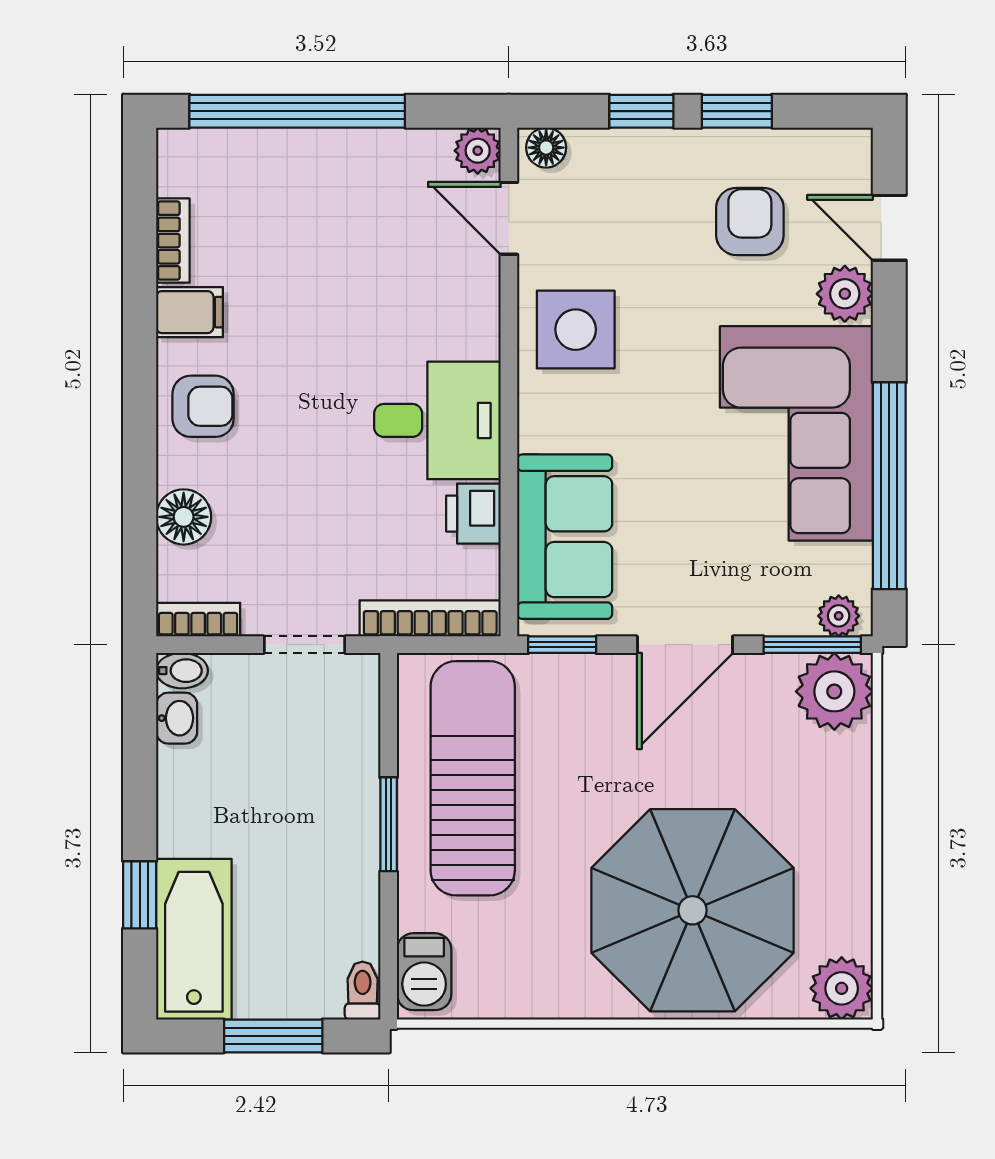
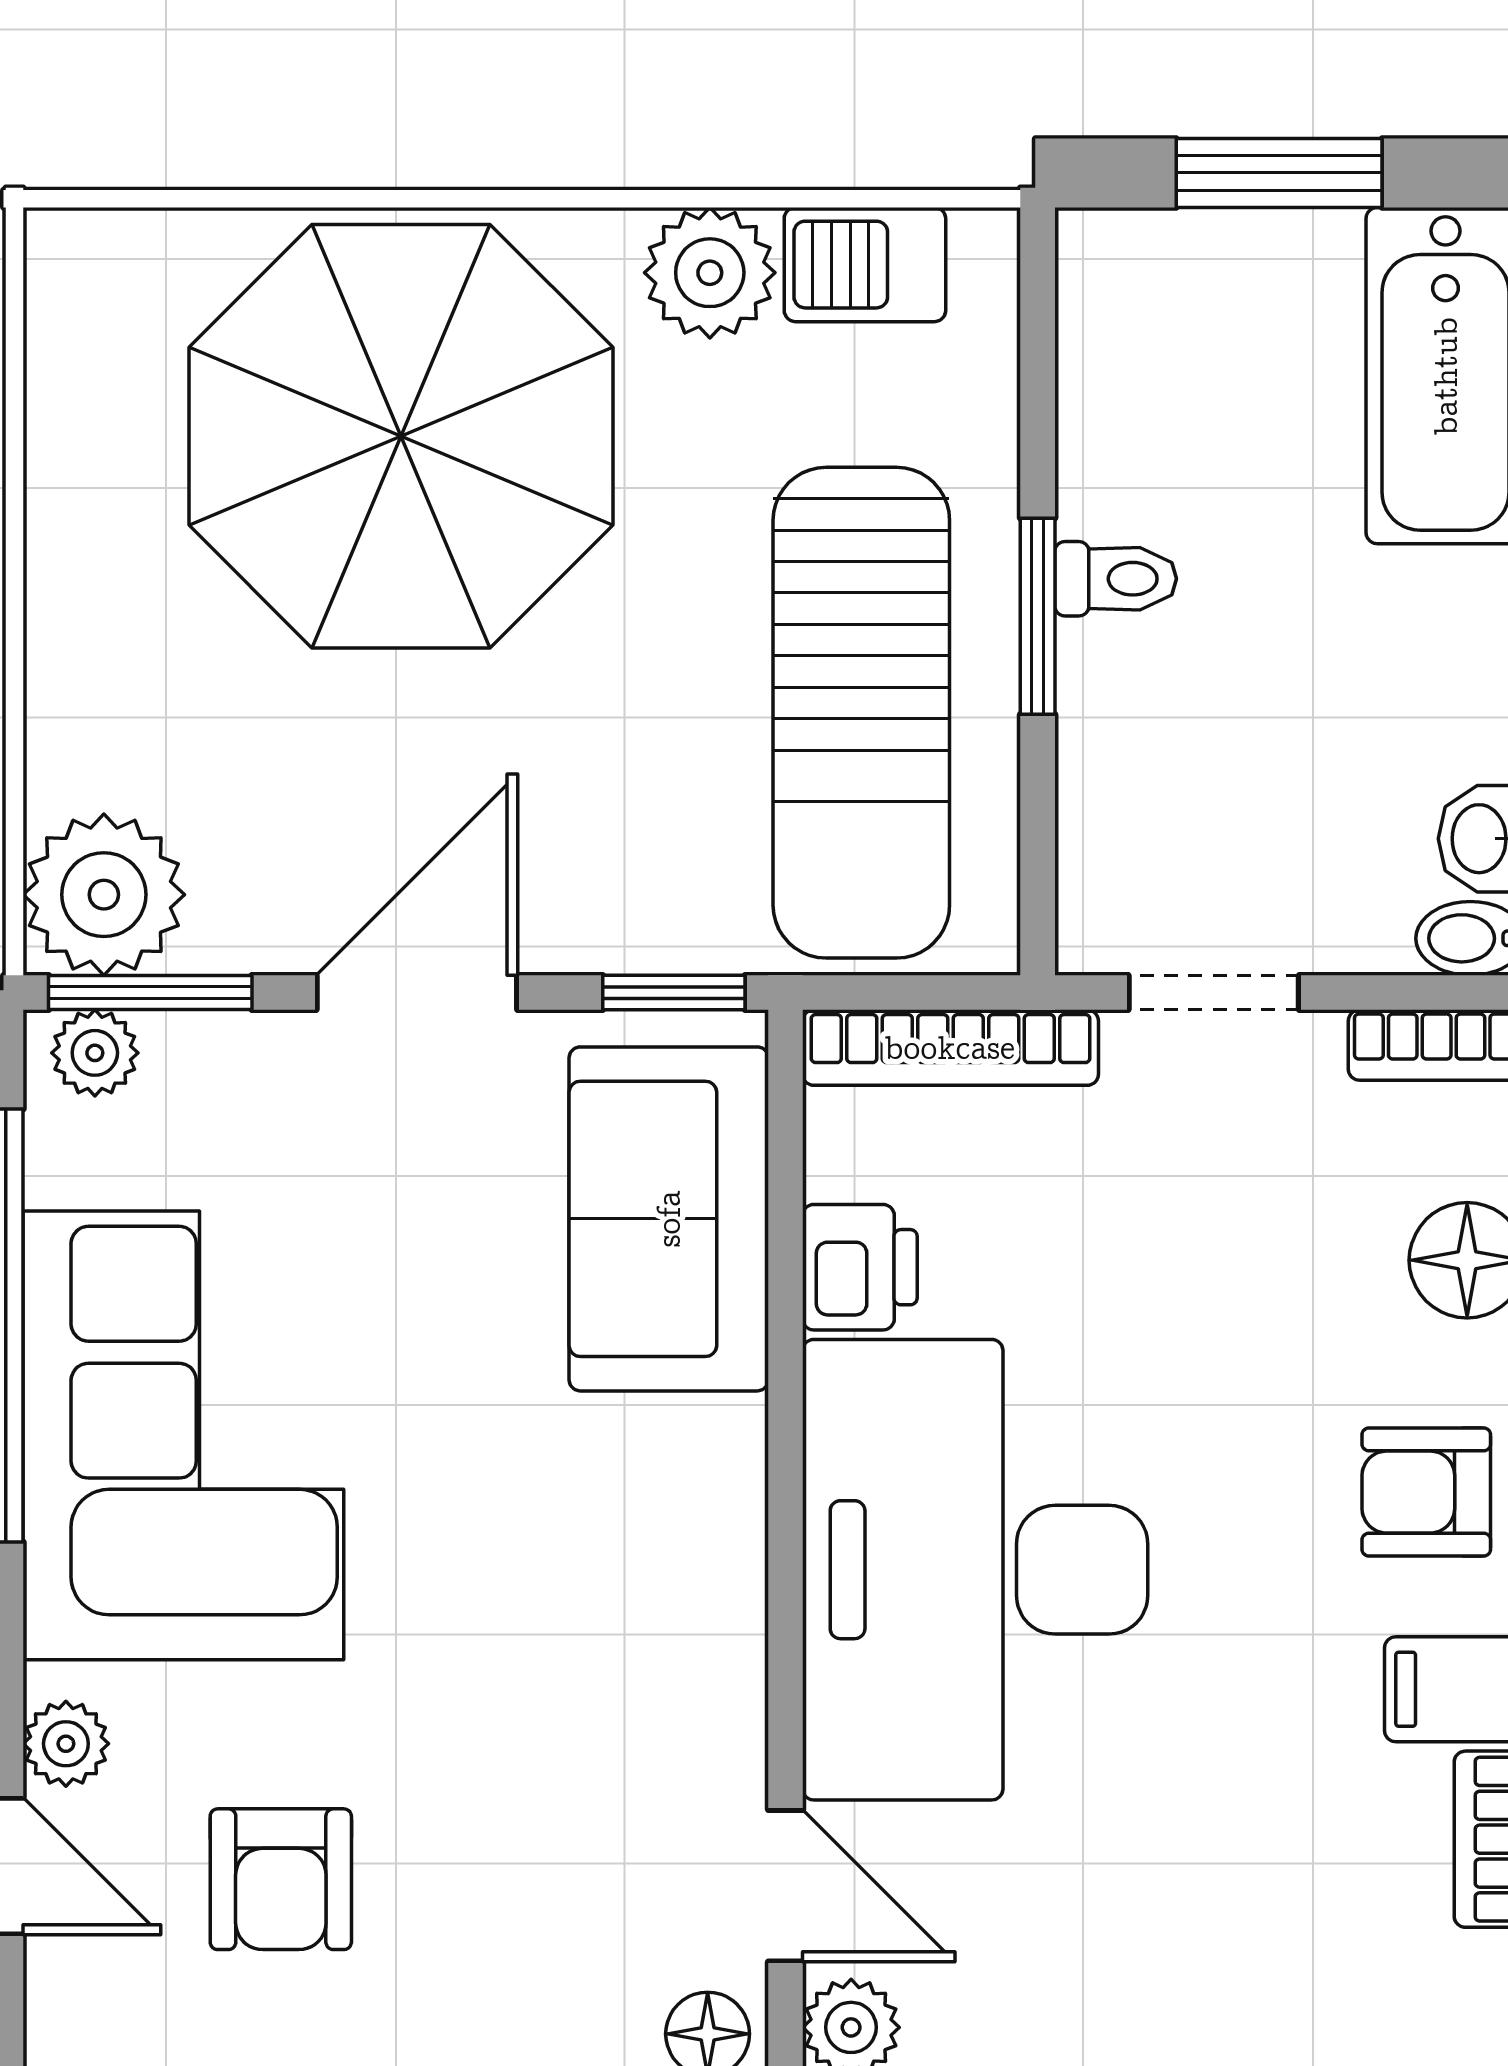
plant: (845, 294) -> (66, 1744), width x0.73, depth x0.73
side table: (576, 330) -> (646, 1653), removed
desk: (437, 420) -> (975, 1570), width x1.87, depth x1.30
barbecue: (424, 972) -> (865, 265), moved, turned -90
plant: (842, 988) -> (710, 273), moved
toilet: (363, 991) -> (1116, 579), moved, turned -90

